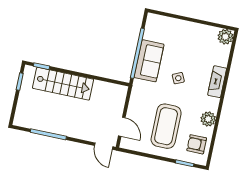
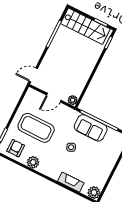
fireplace: (217, 82) -> (71, 182), moved
stairs: (63, 84) -> (85, 26), moved, turned -90
plant: (121, 91) -> (73, 100), added
door: (122, 127) -> (54, 98), moved

